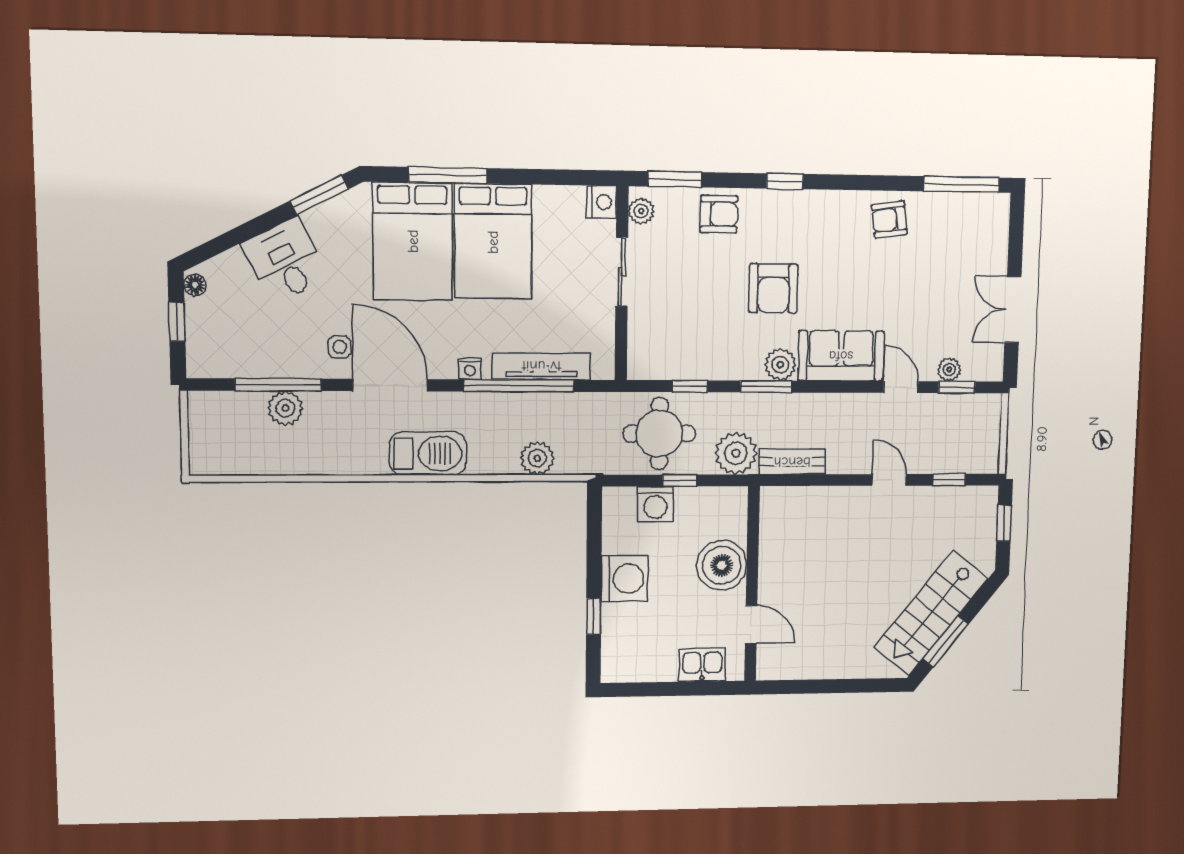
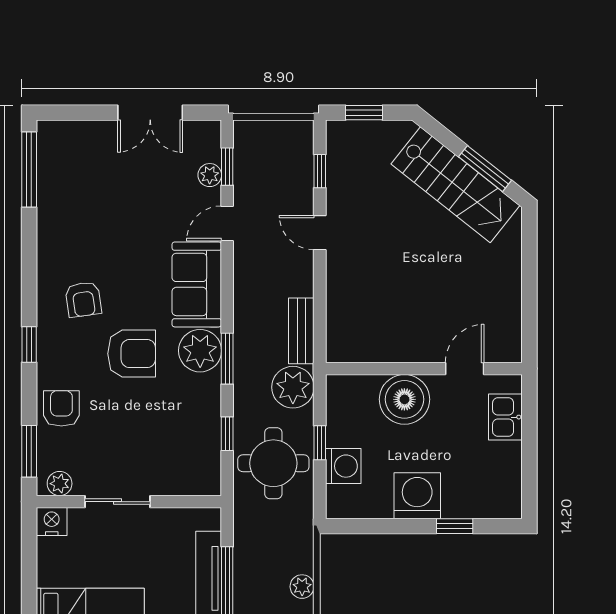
armchair: (889, 220) -> (83, 299), moved
plant: (780, 365) -> (200, 351), width x1.36, depth x1.36
plant: (537, 458) -> (302, 587), width x0.73, depth x0.73
door: (889, 480) -> (320, 233), hinge flipped

